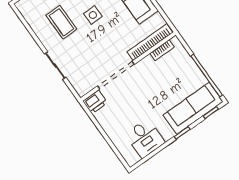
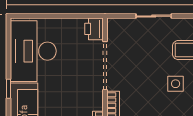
desk: (145, 138) -> (33, 51), width x1.87, depth x1.30

